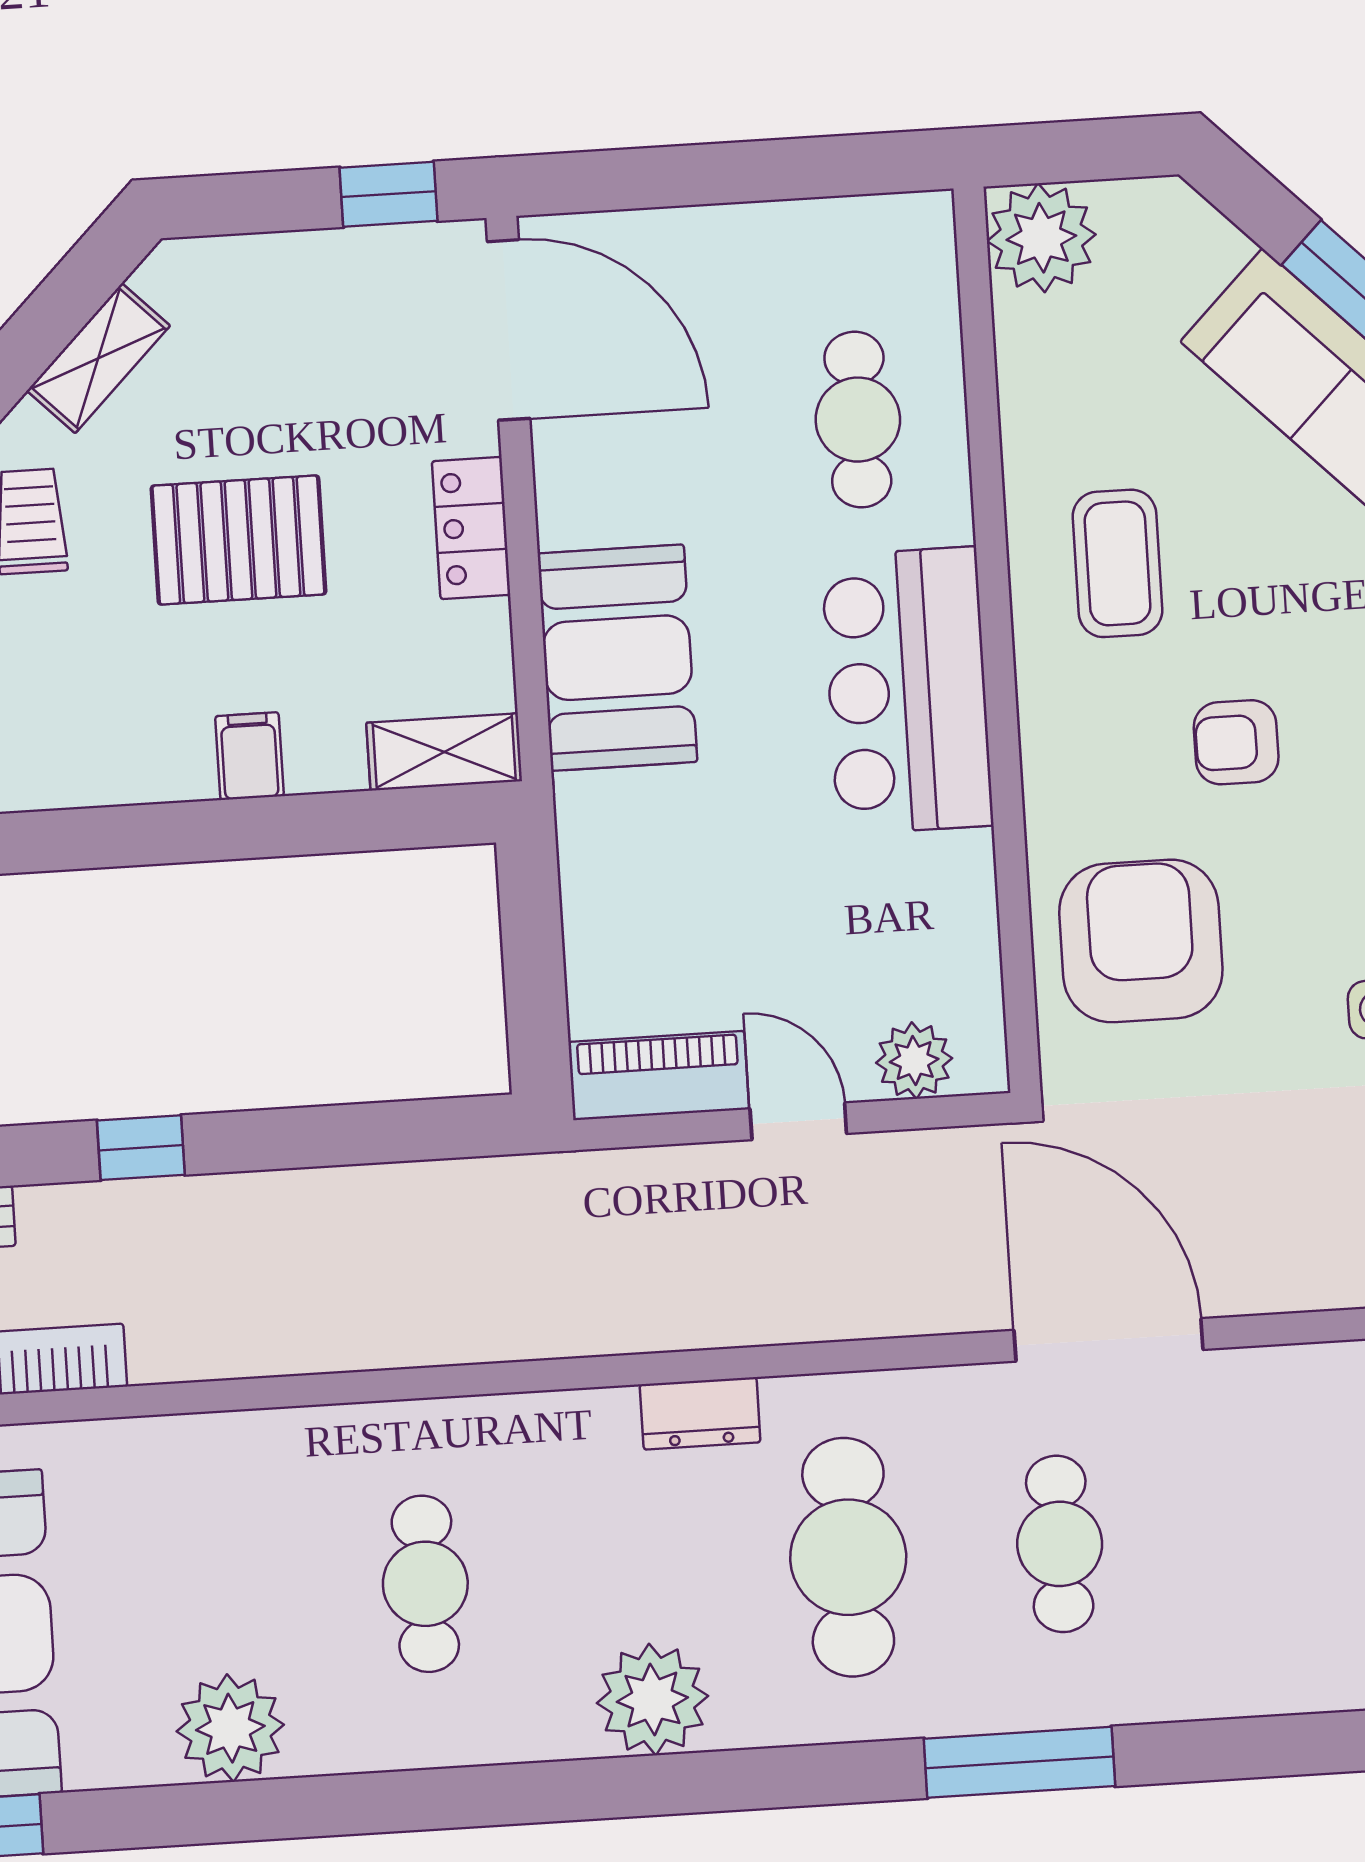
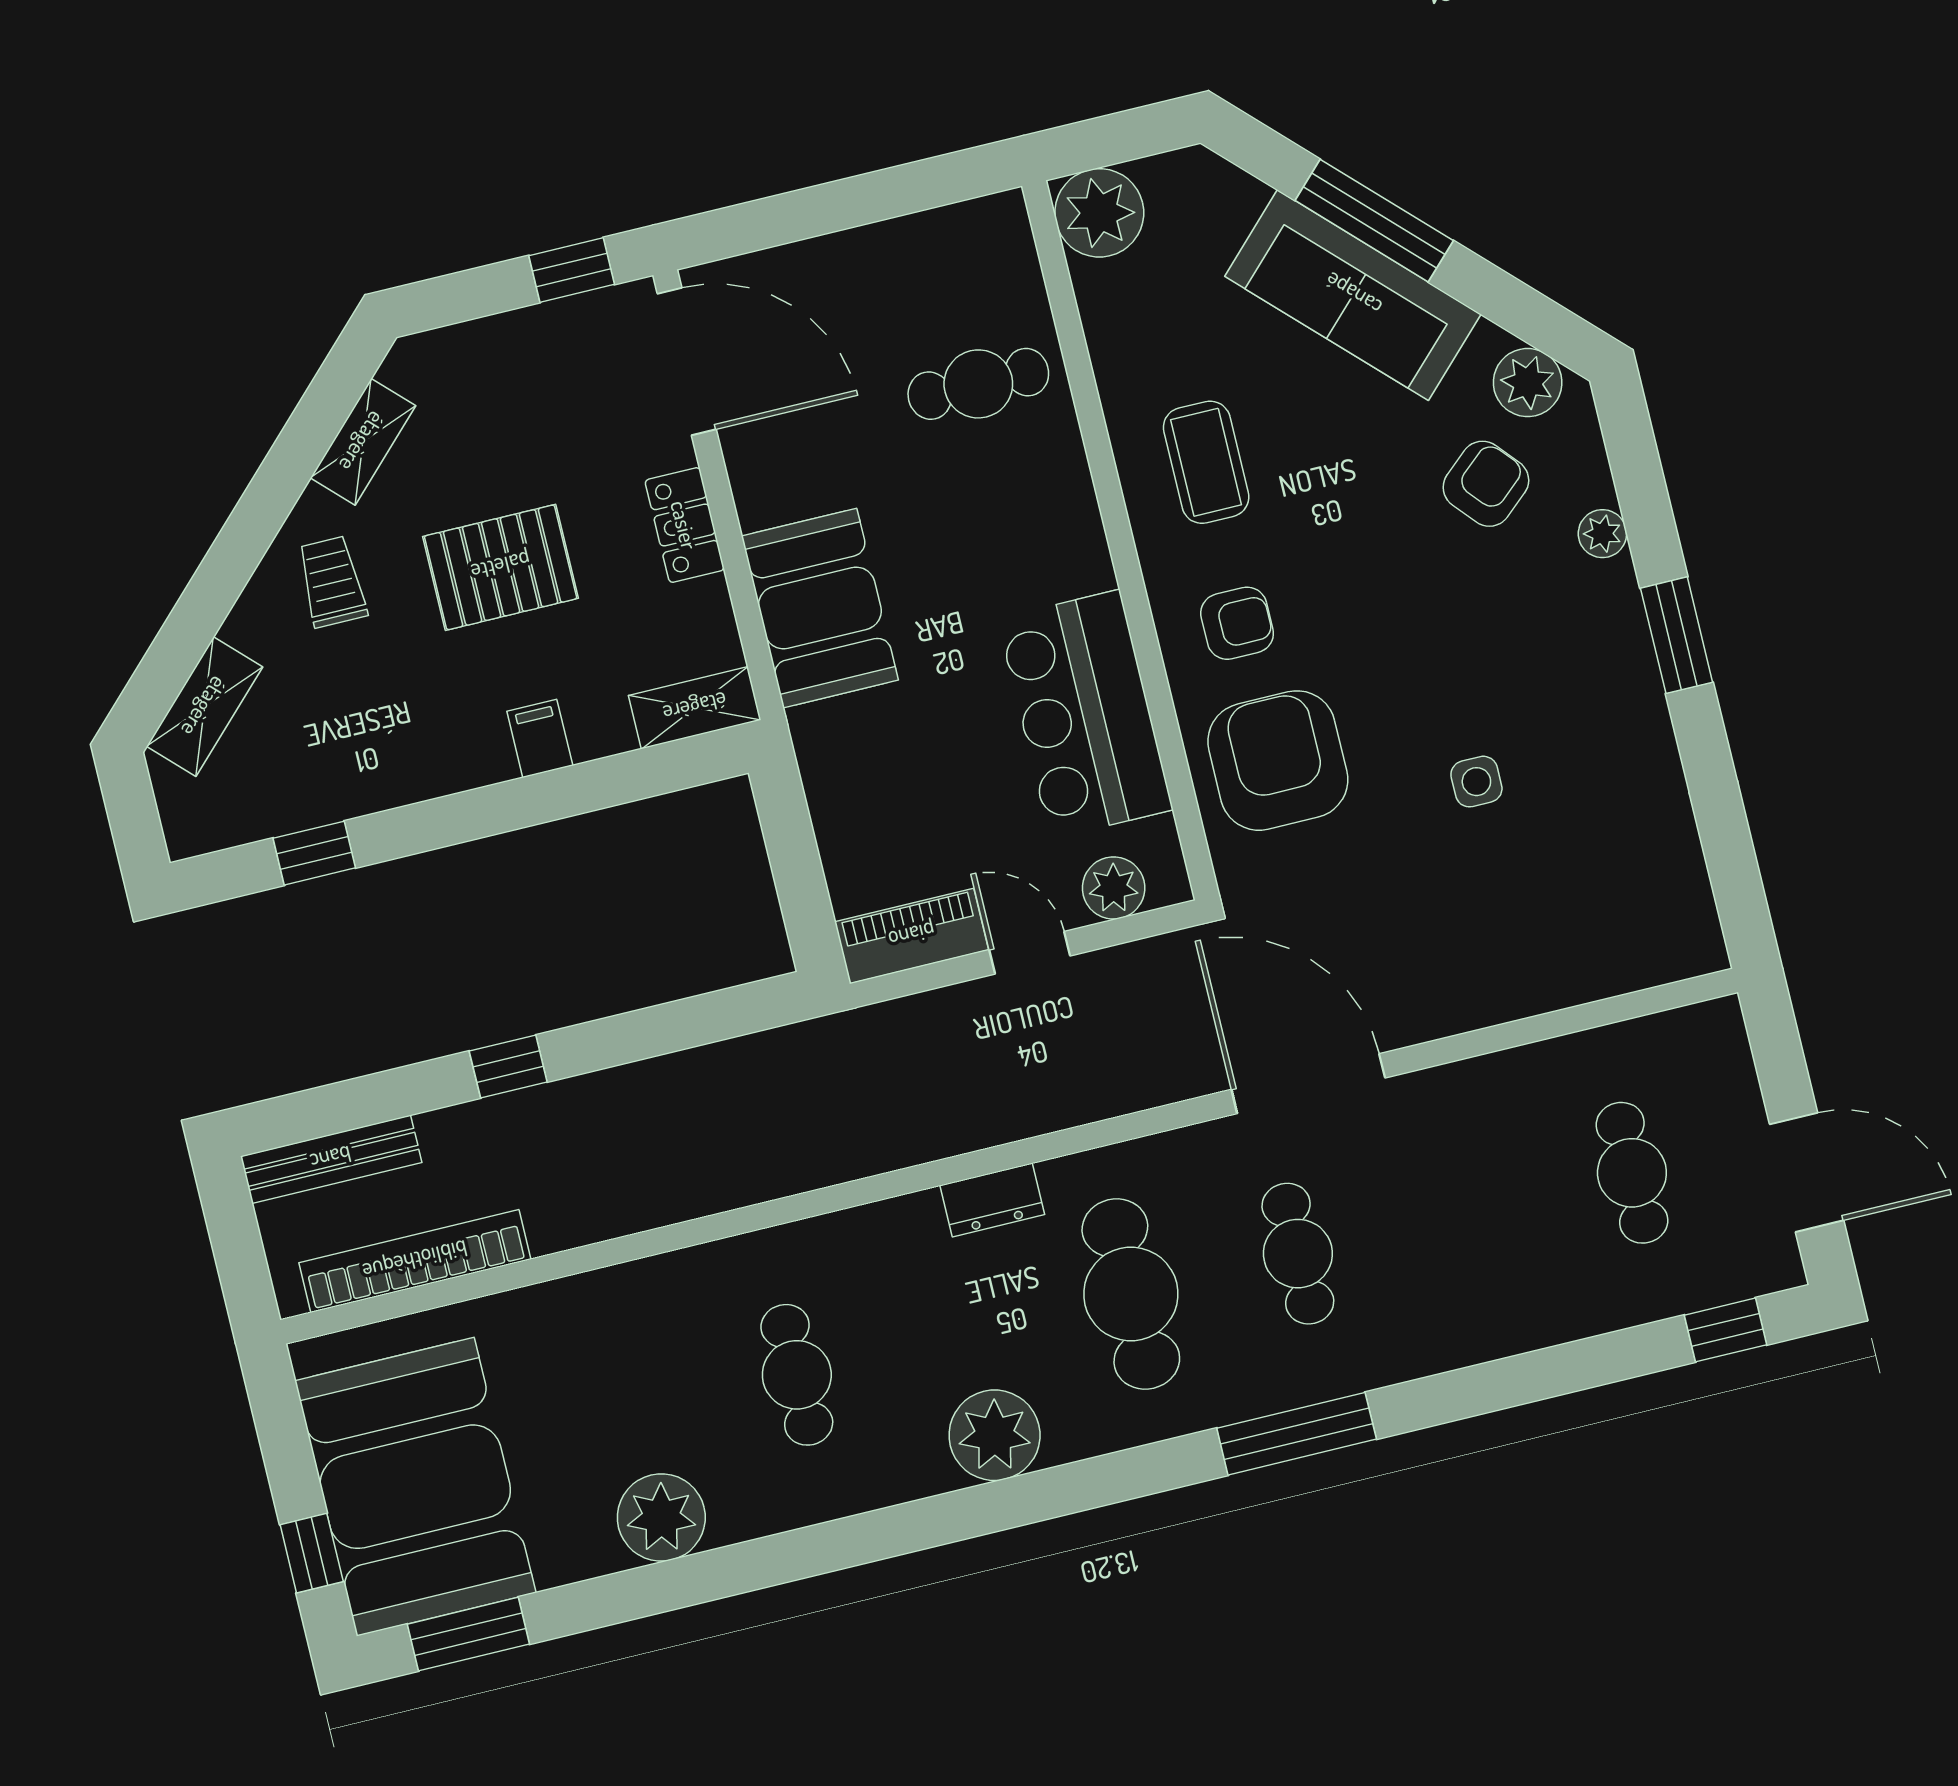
cafe table: (858, 420) -> (978, 384), turned 90
bar counter: (907, 691) -> (1085, 714), moved
armchair: (1236, 742) -> (1237, 623), moved, turned 180

